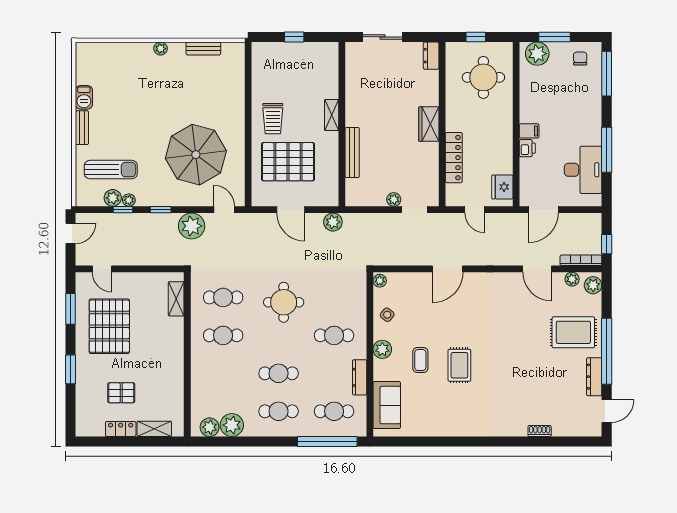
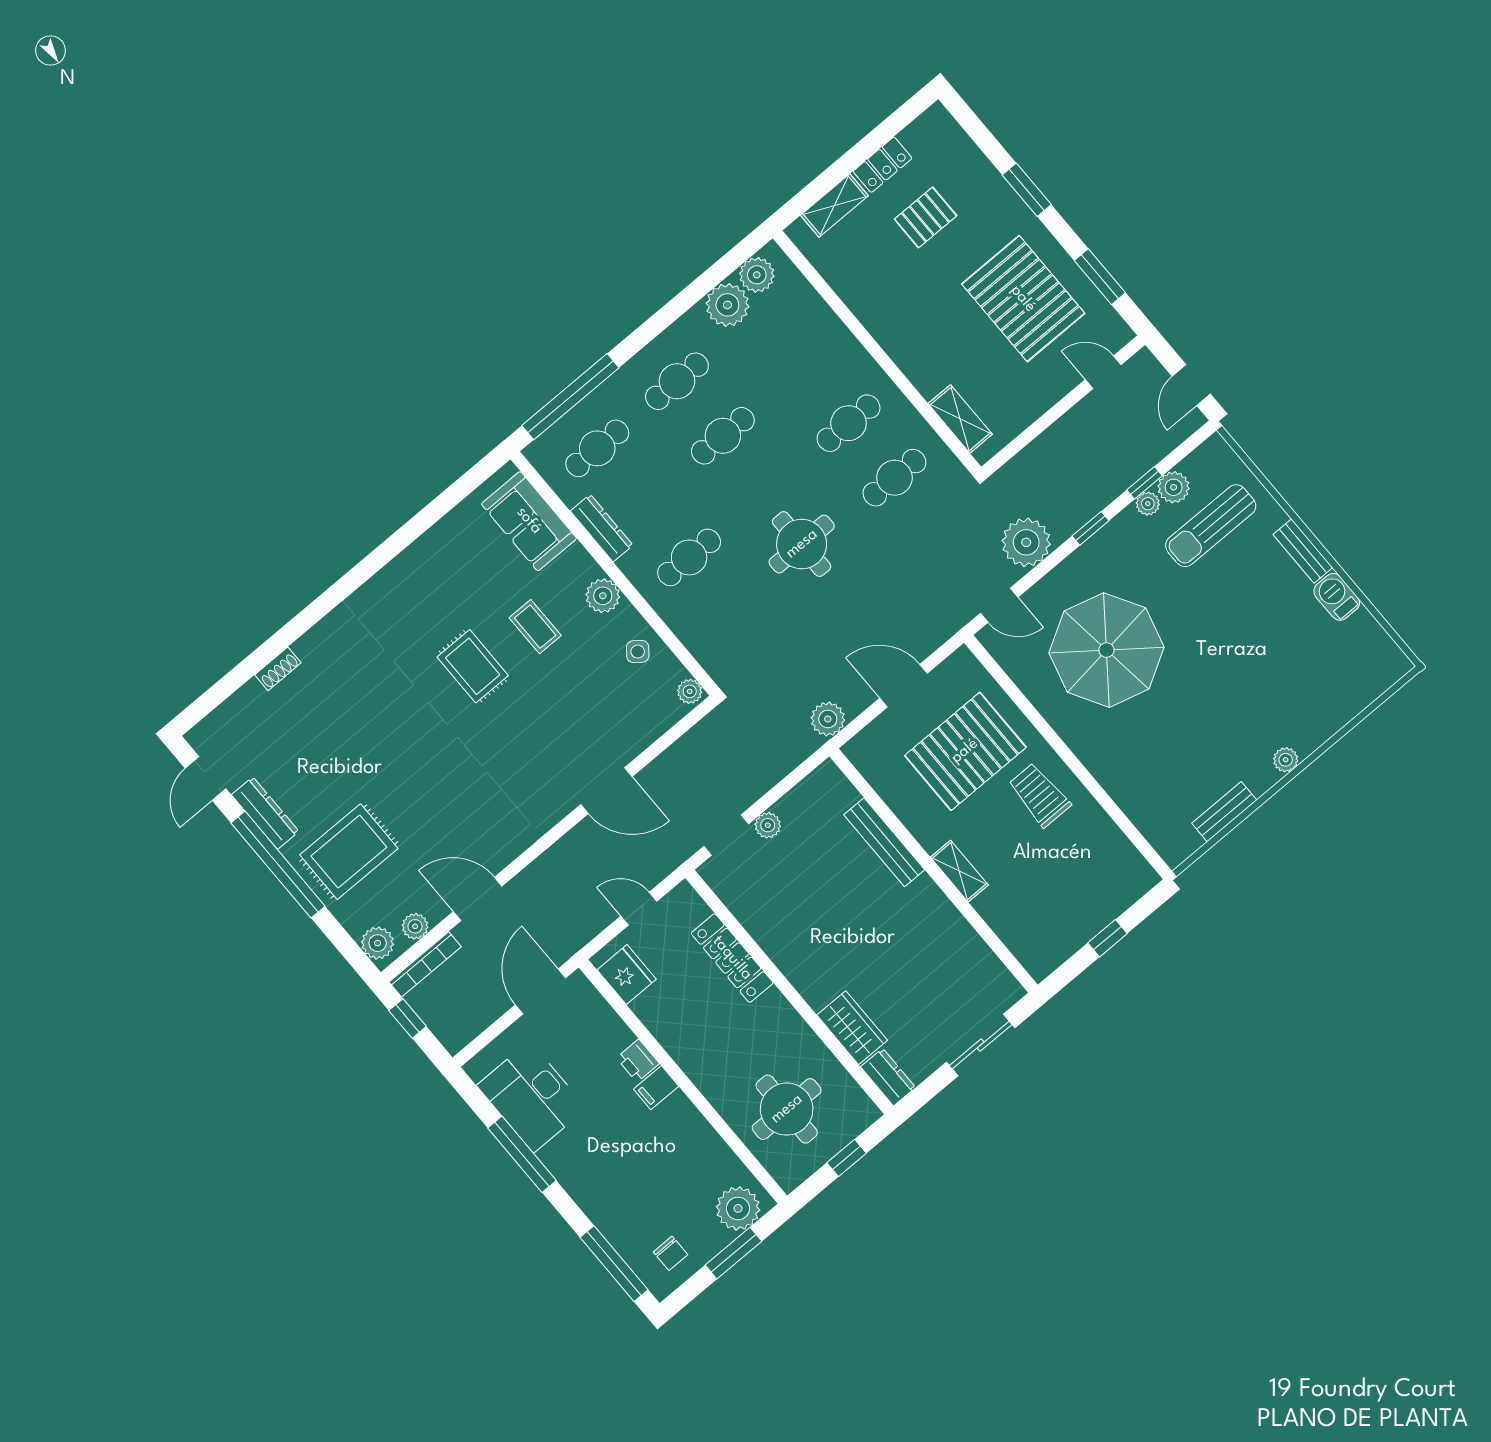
wardrobe: (429, 124) -> (852, 1028), moved
door: (448, 269) -> (606, 791), swing flipped

